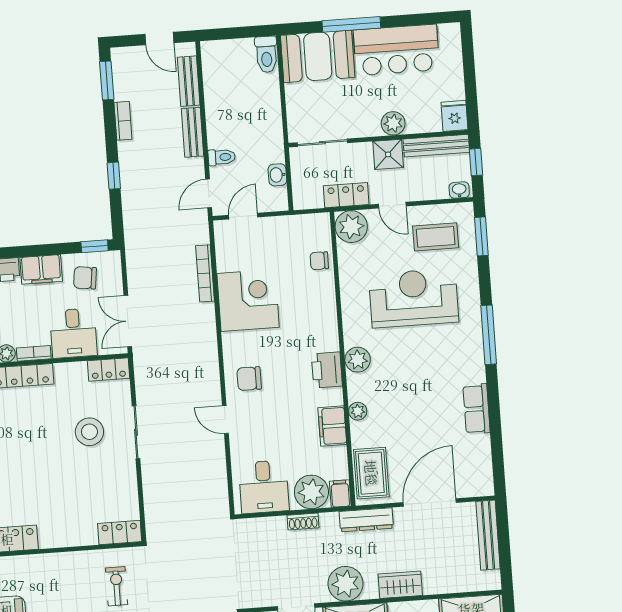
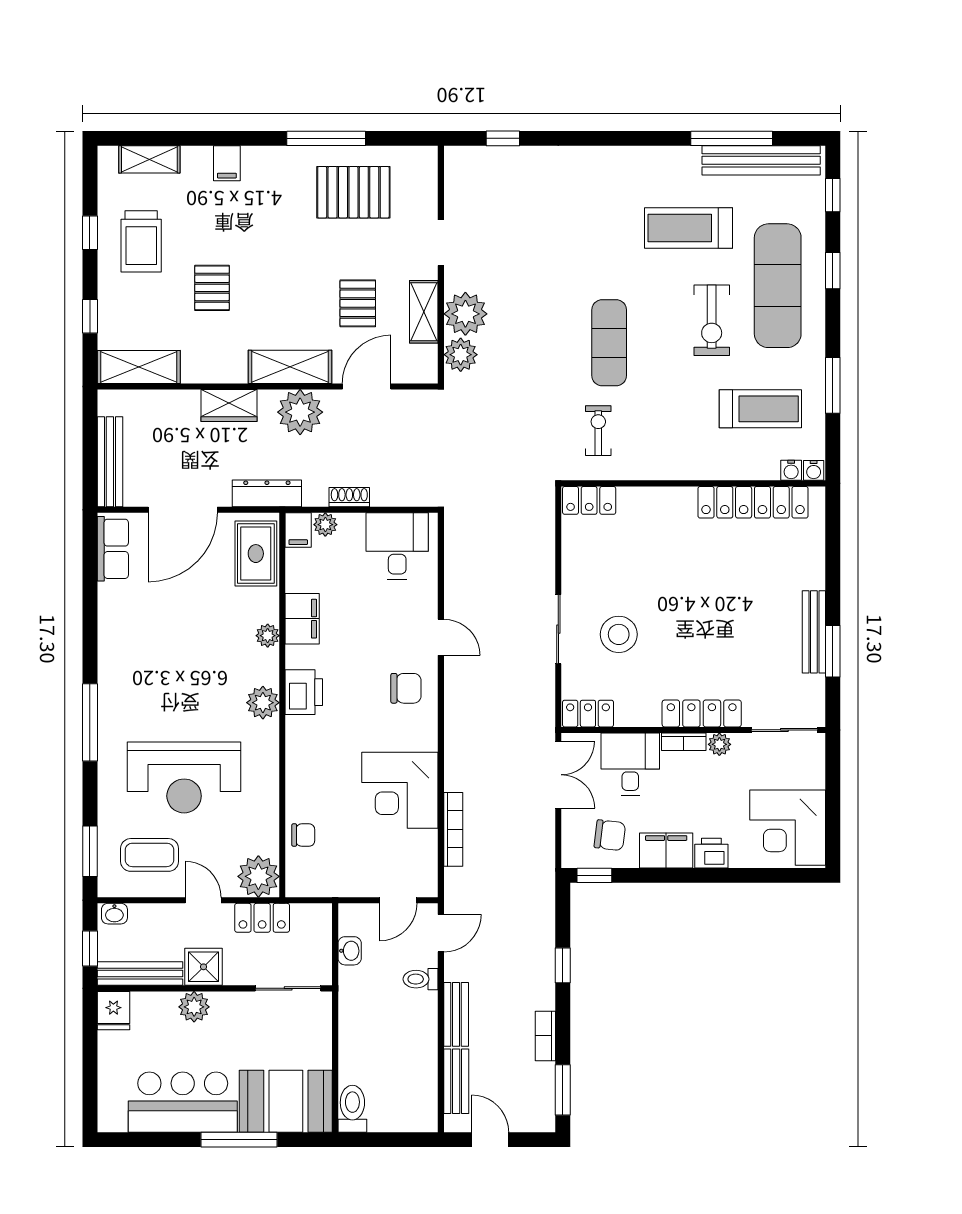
row of seats: (477, 409) -> (113, 549), moved
plant: (311, 492) -> (325, 525), width x0.53, depth x0.53
exercise bike: (117, 586) -> (598, 431), turned 180

